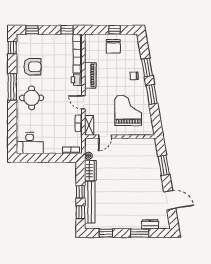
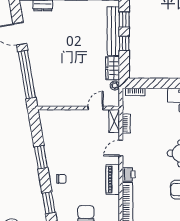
window: (147, 67) -> (49, 203), moved
door: (83, 102) -> (121, 148), swing flipped
grand piano: (128, 110) -> (68, 139), removed
window: (164, 165) -> (27, 75), width x2.11

